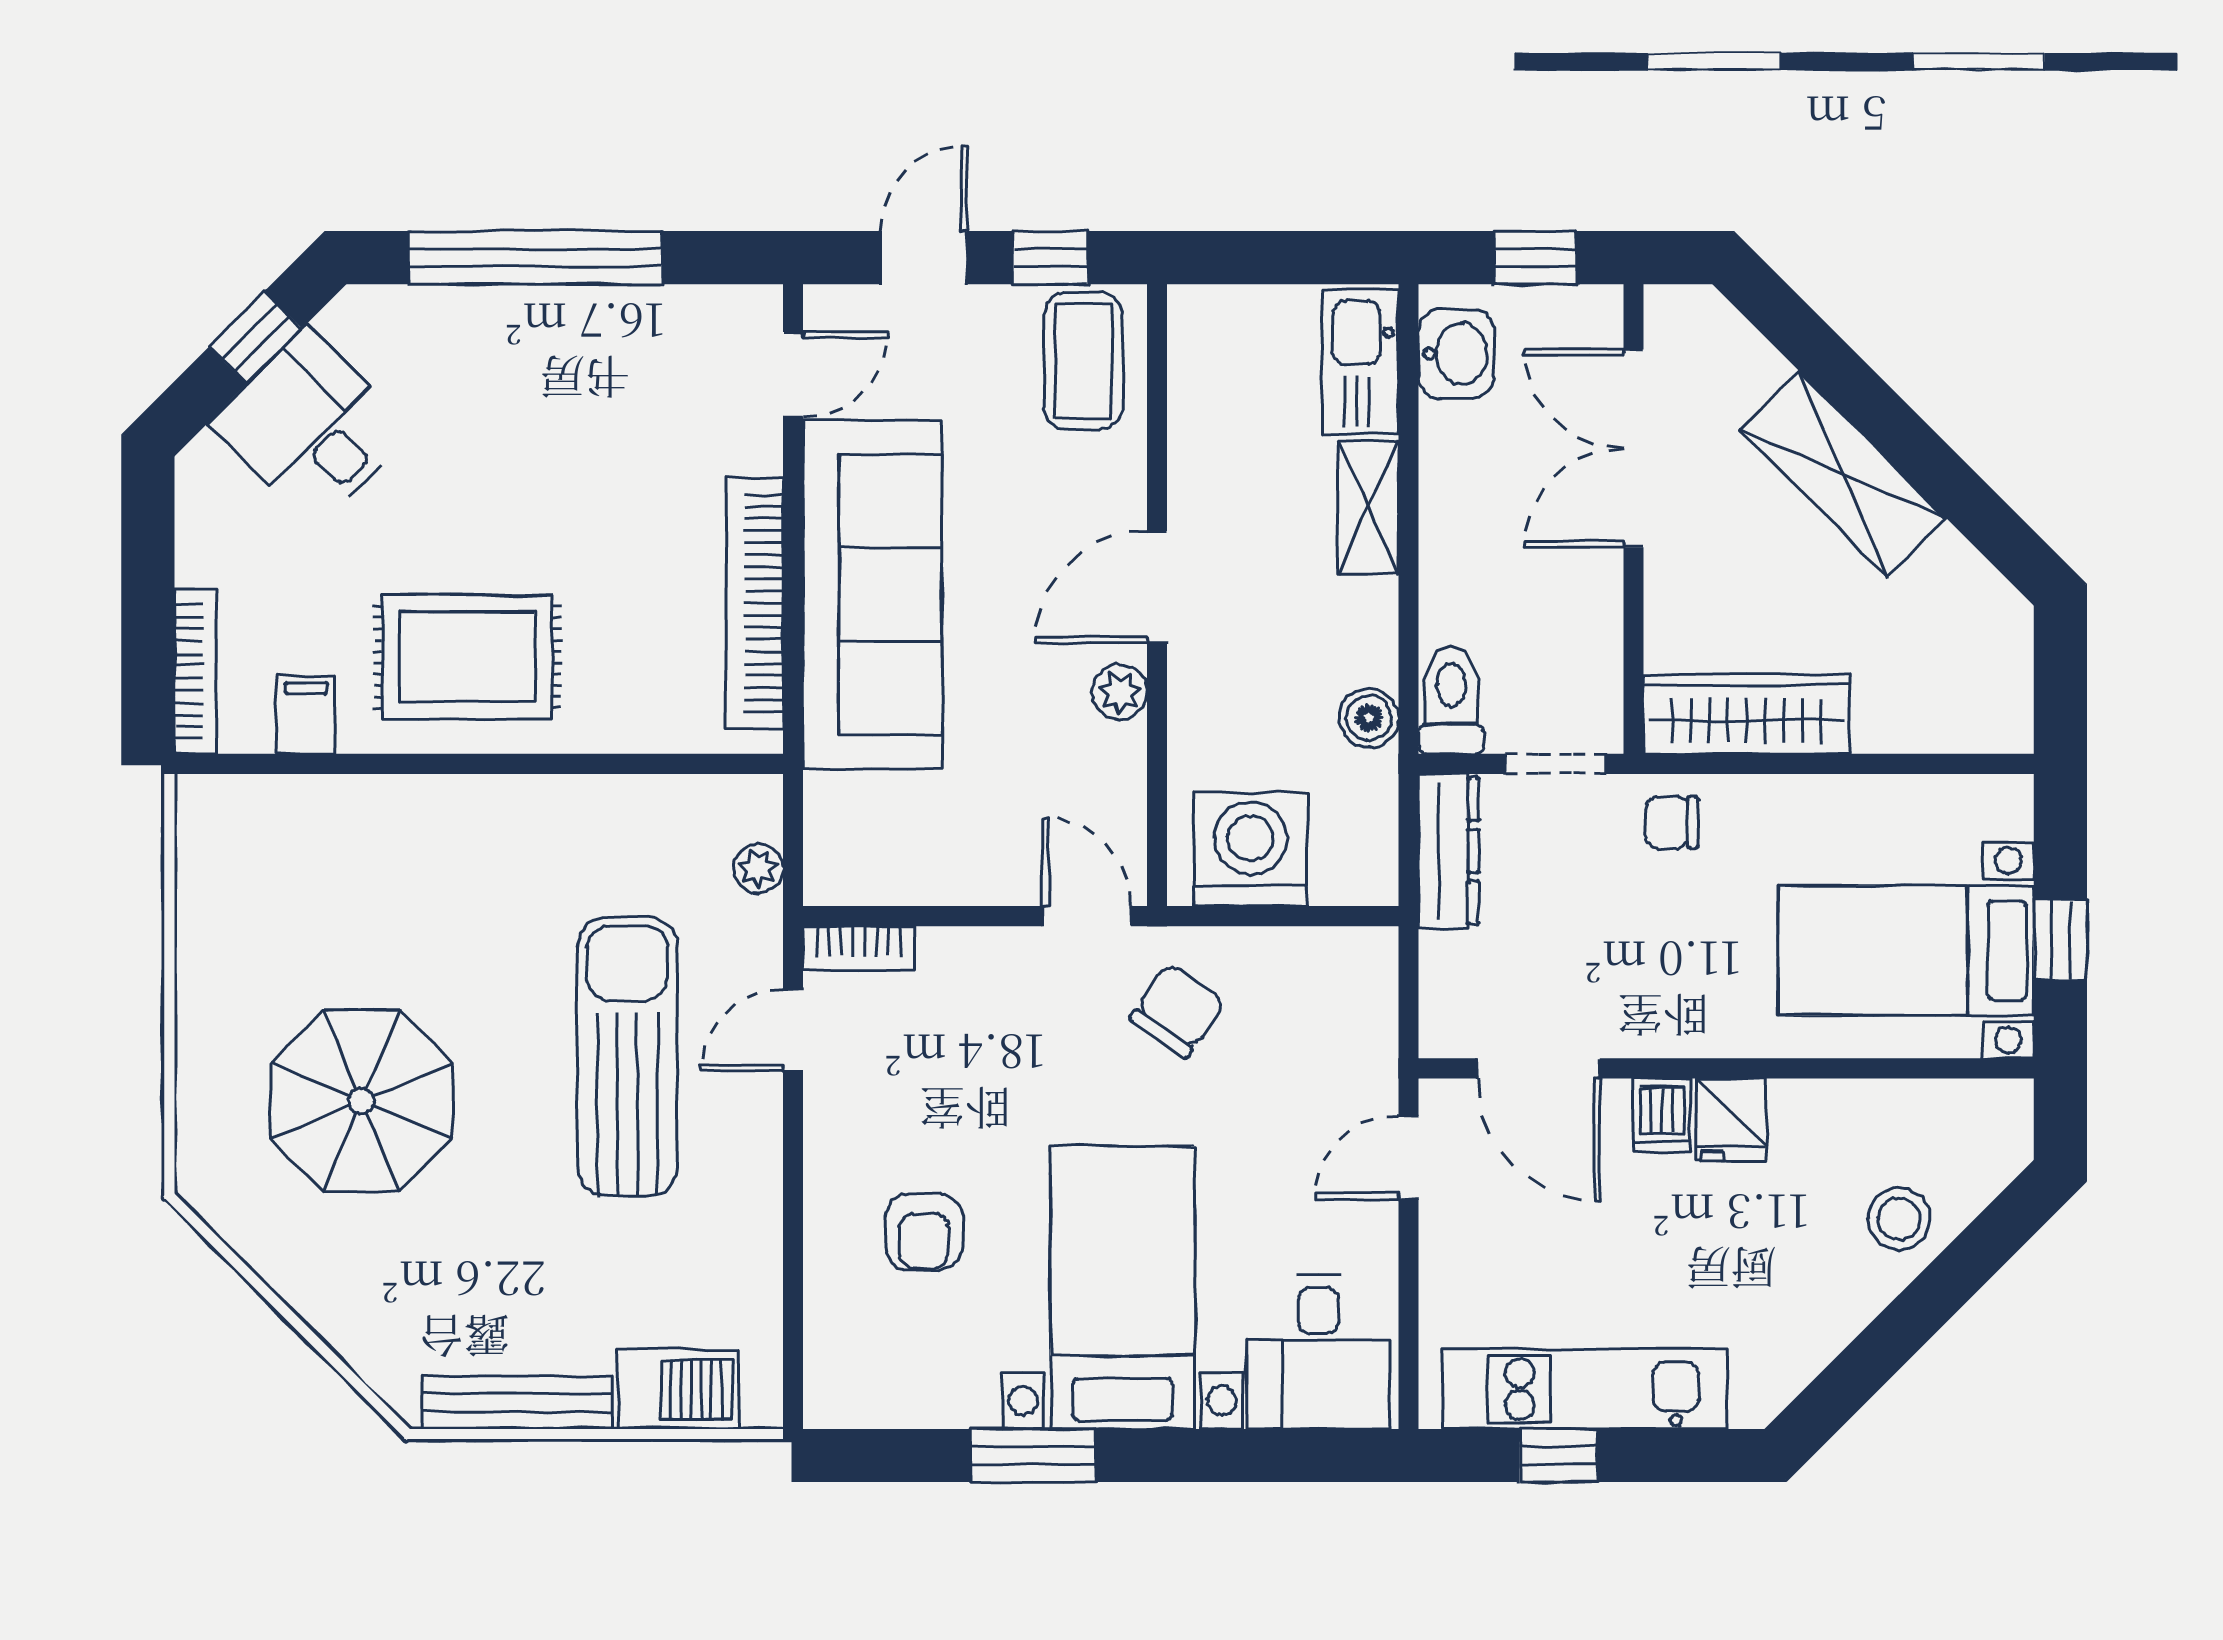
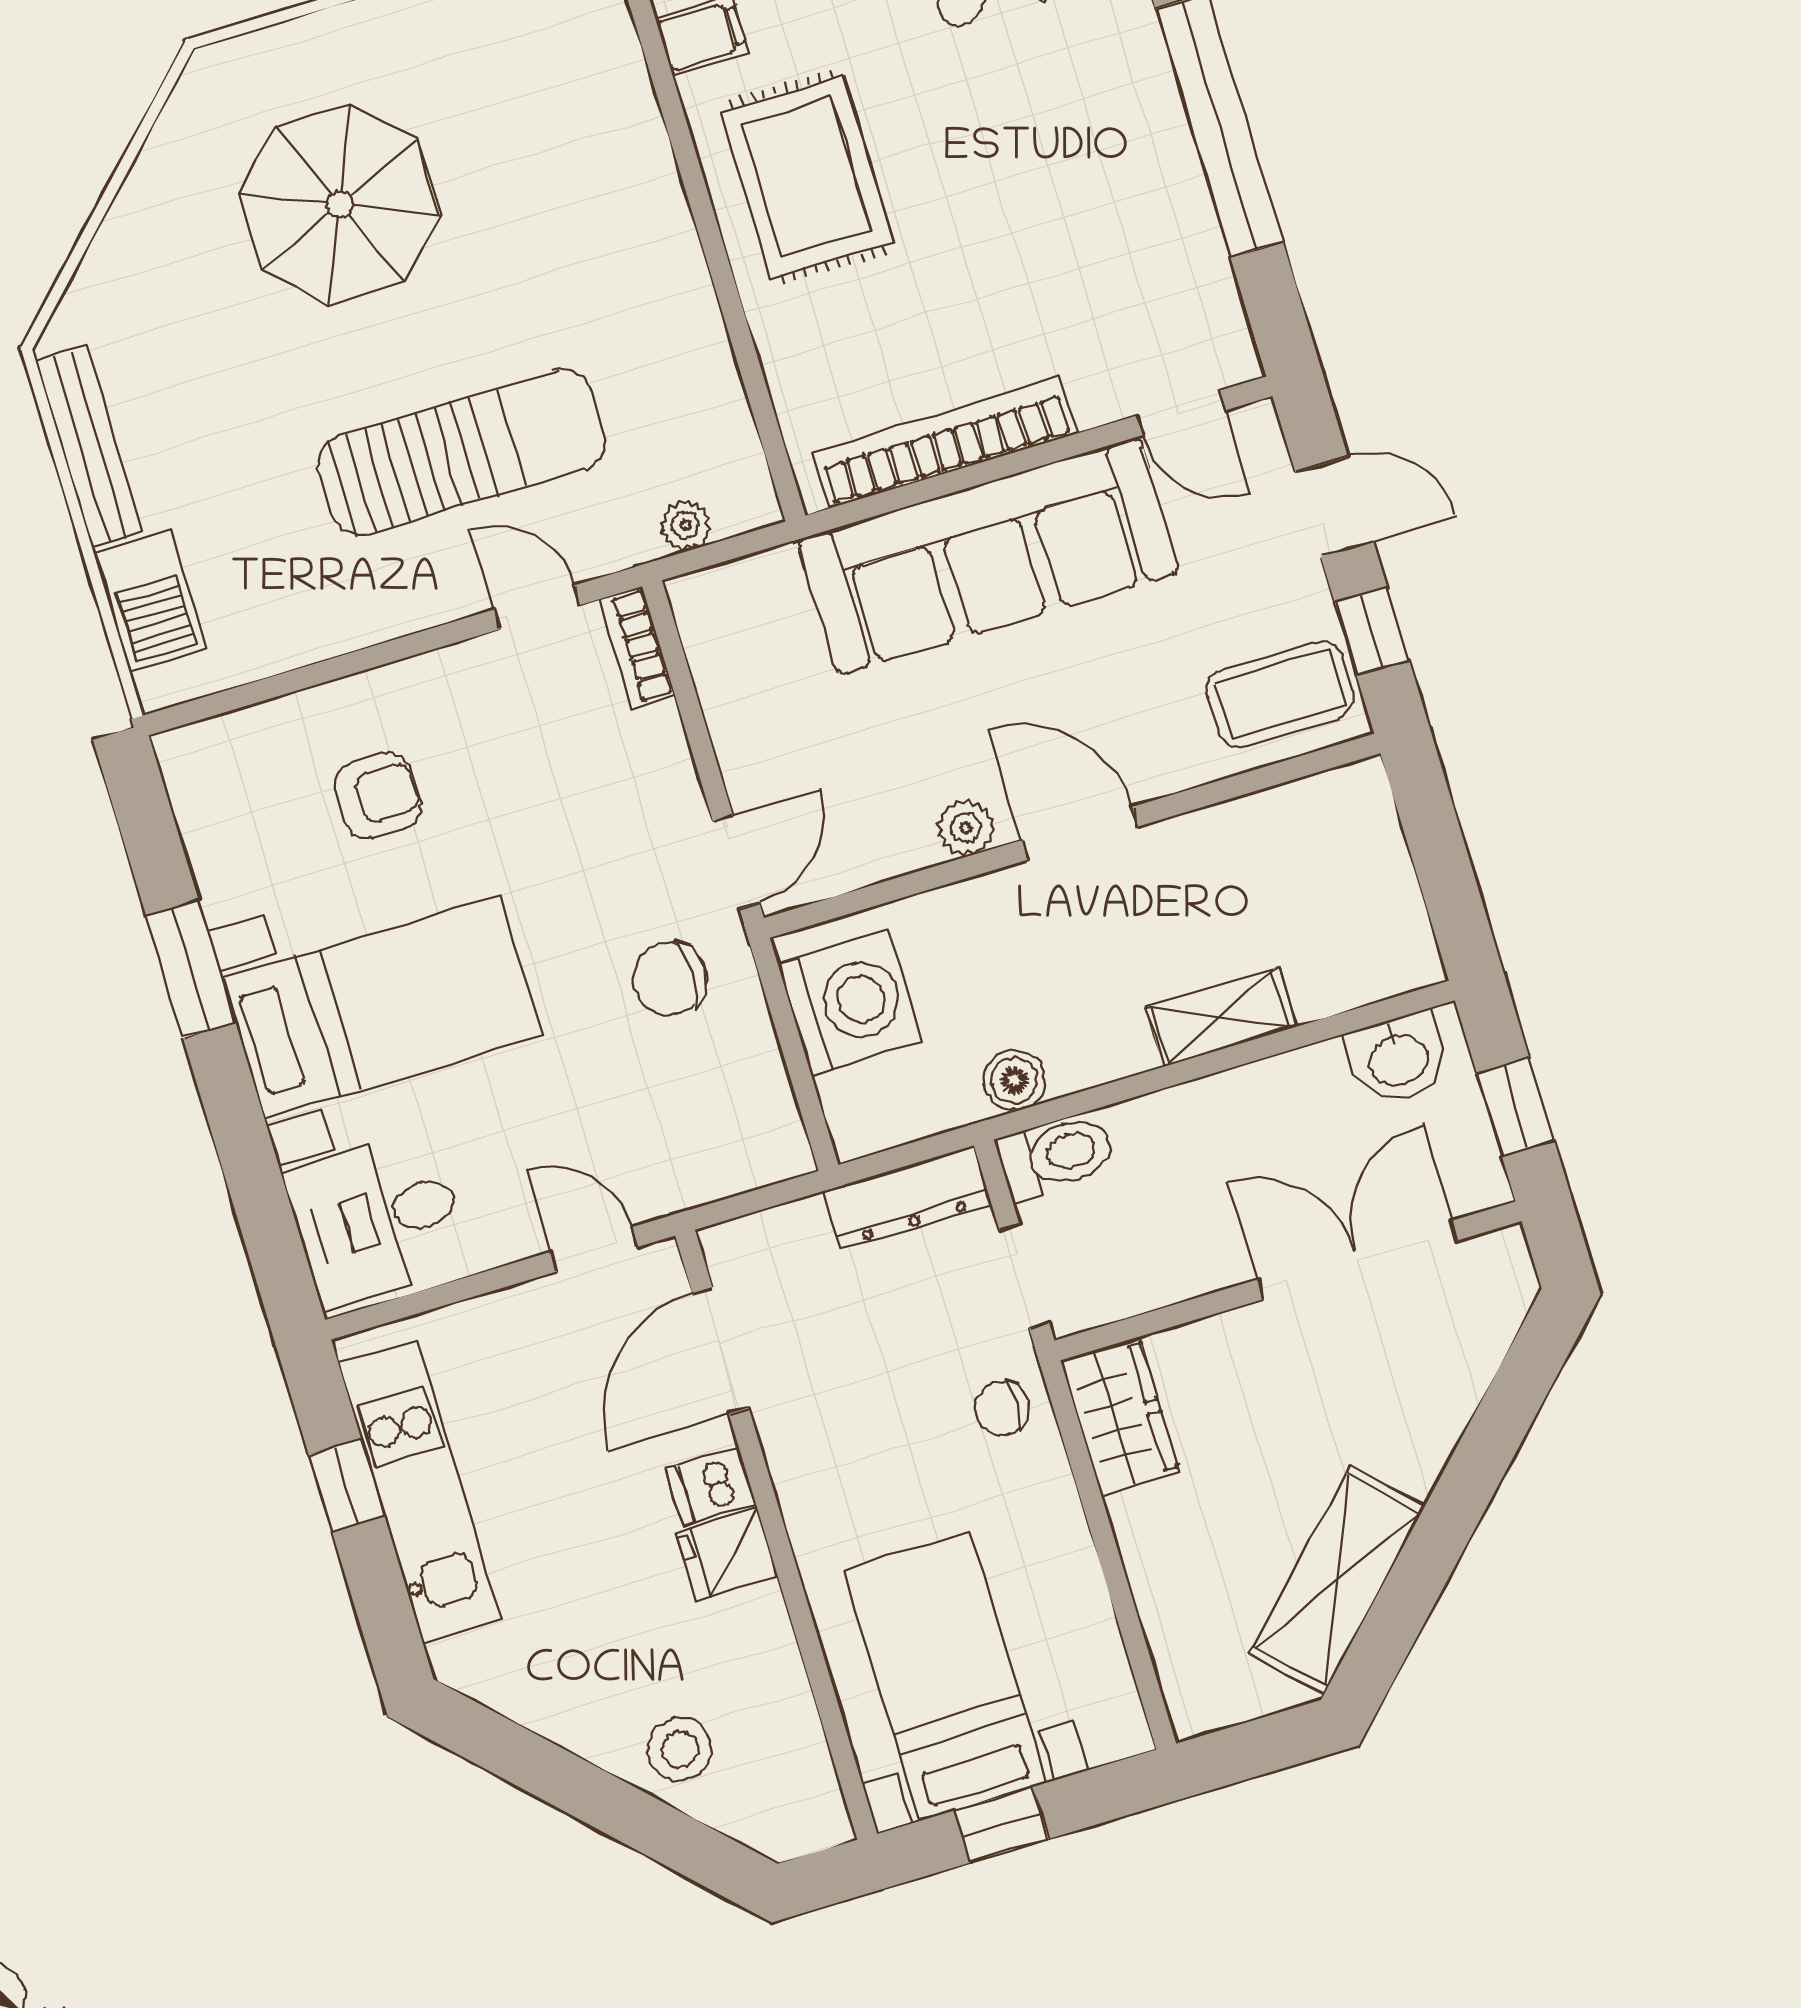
kitchen sink: (1360, 362) -> (1361, 966), removed
shelving: (1843, 474) -> (1337, 1580), moved
wardrobe: (1747, 714) -> (1120, 1416), width x0.67
chair: (1672, 822) -> (1002, 1409), turned -90
chair: (1177, 1011) -> (670, 979), turned 145
armchair: (924, 1232) -> (378, 796), turned 180

